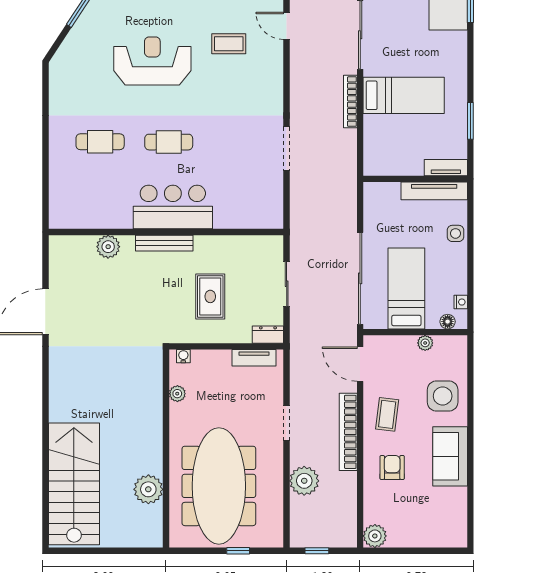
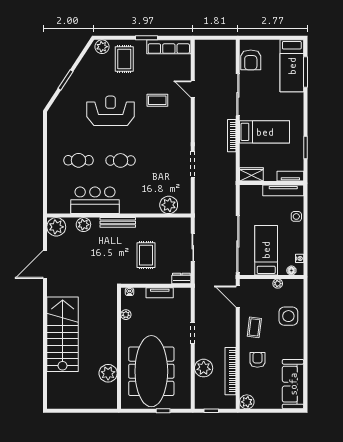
wardrobe: (382, 165) -> (251, 174), added
bar counter: (173, 207) -> (95, 200), moved
plant: (247, 215) -> (169, 205), added
plant: (64, 250) -> (56, 227), added
tv unit: (254, 358) -> (160, 293), moved
bookcase: (348, 432) -> (231, 371), moved
sofa: (450, 456) -> (293, 384), moved, width x1.36
stairs: (74, 484) -> (63, 334), moved

